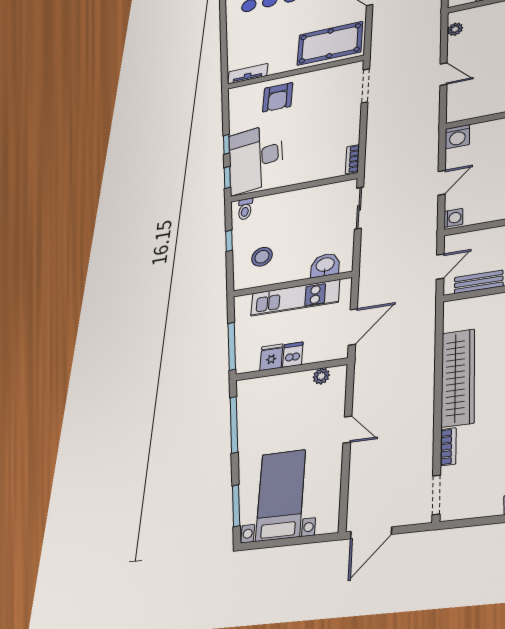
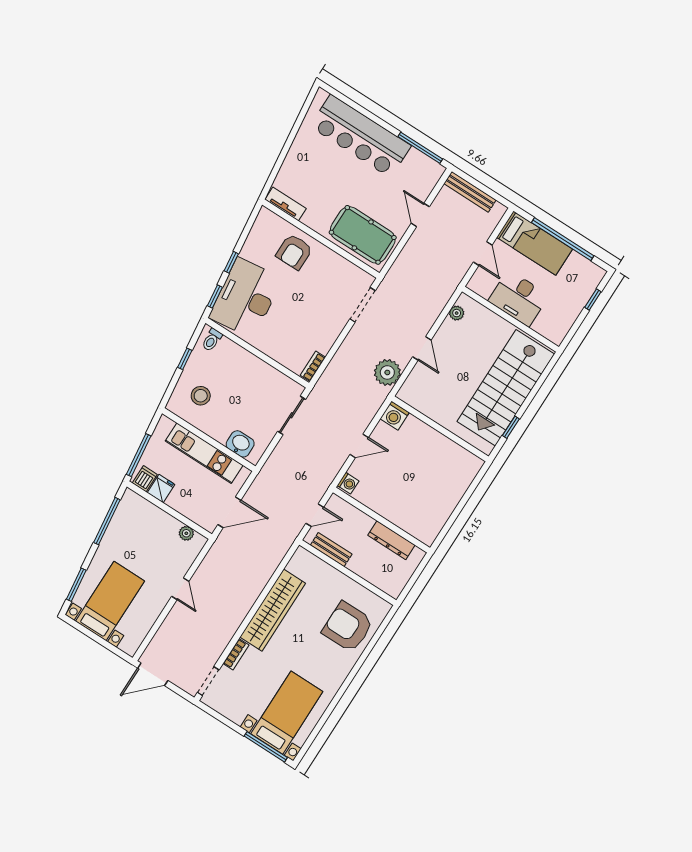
plant: (425, 113) -> (387, 372), added
dishwasher: (293, 355) -> (145, 479), moved

